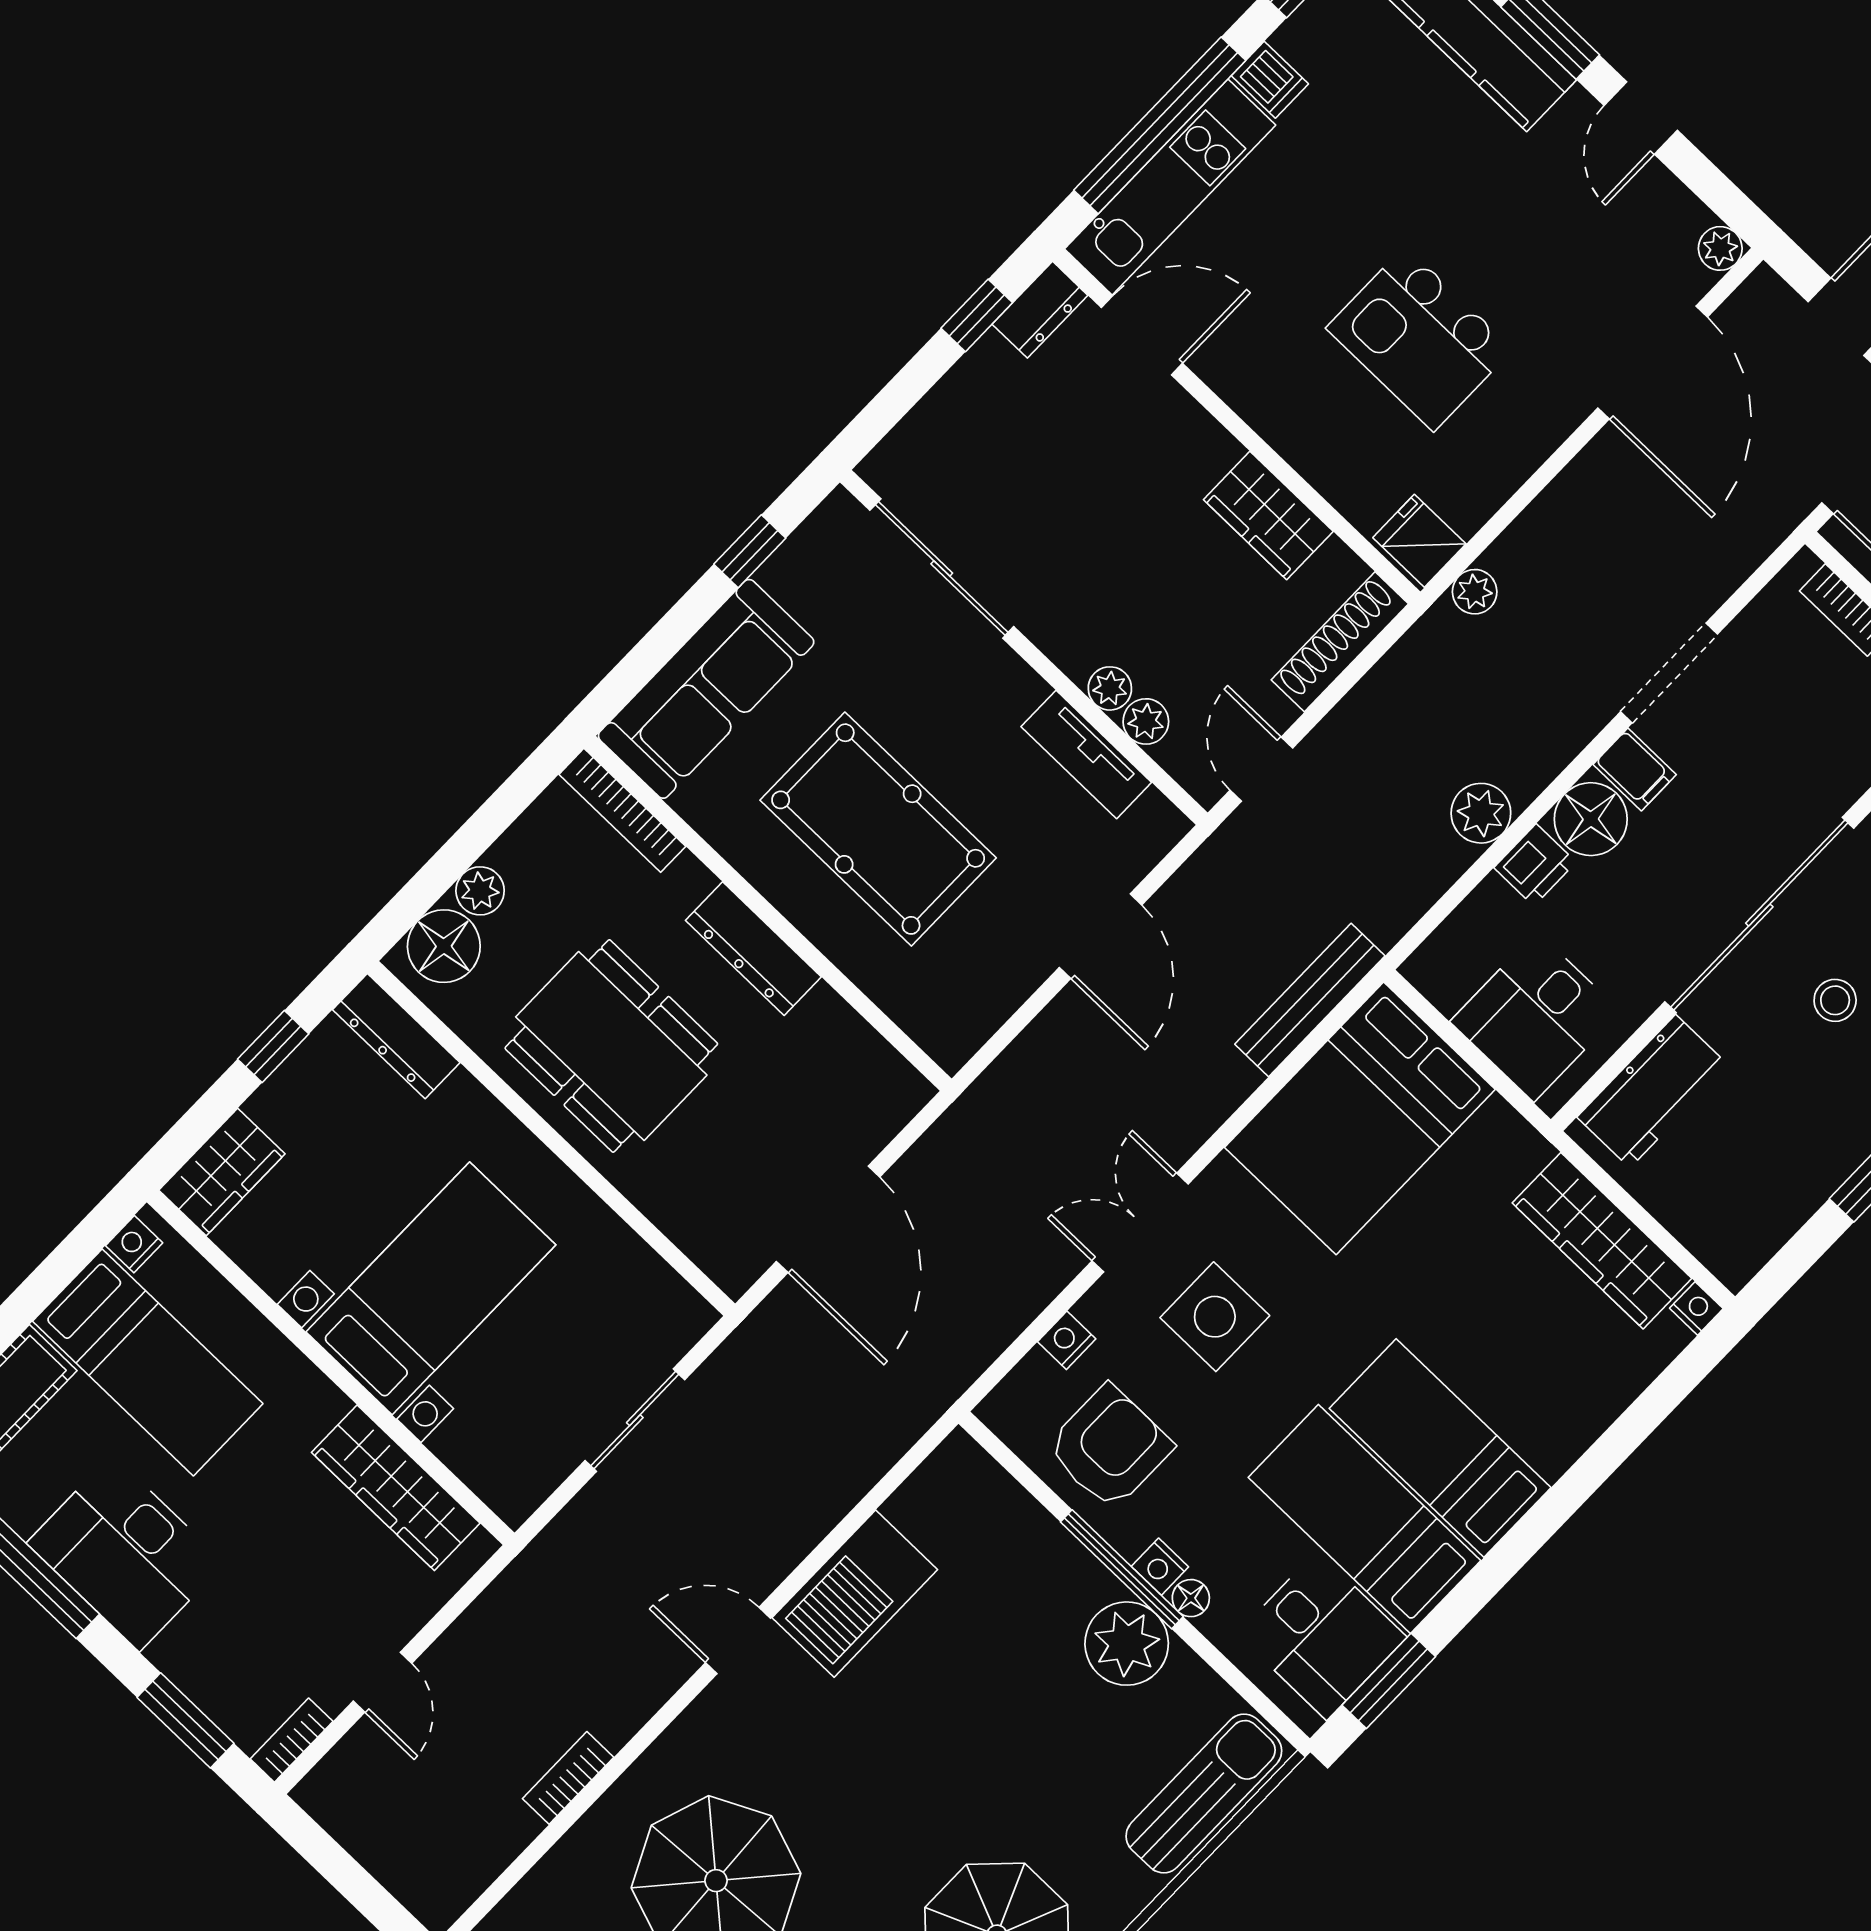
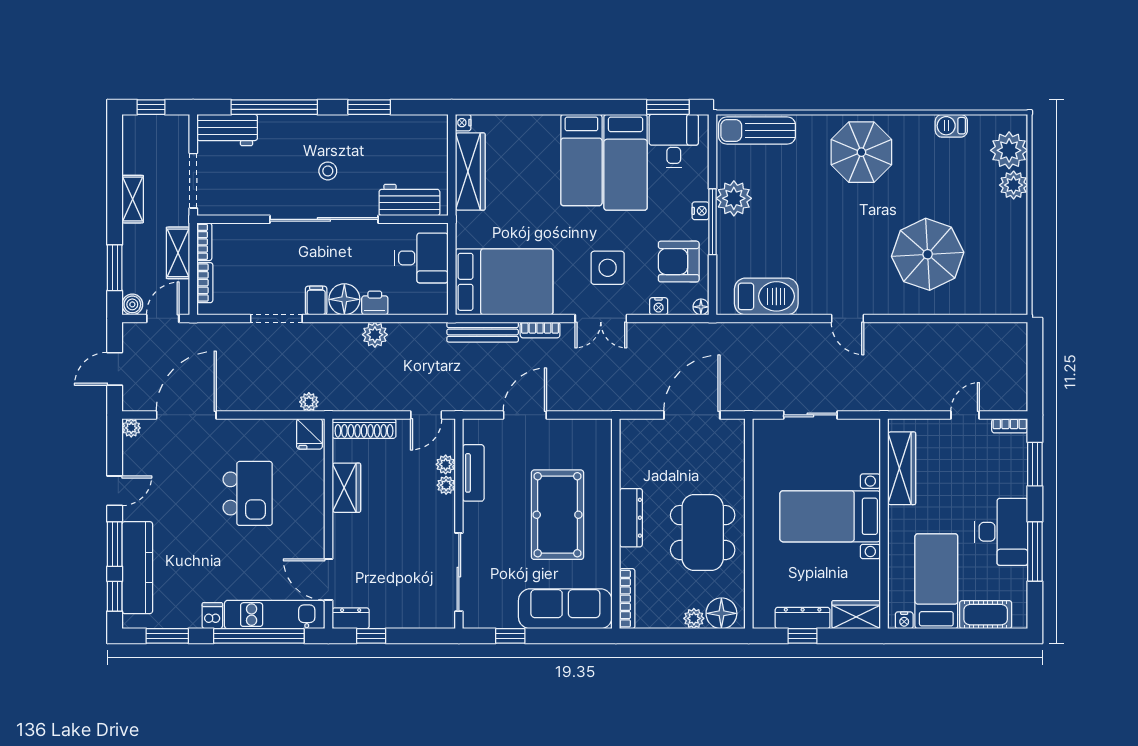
dresser: (396, 1036) -> (803, 618), moved, turned -90
barbecue: (855, 1594) -> (766, 296), moved
floor lamp: (1191, 1598) -> (701, 307), moved
bookcase: (568, 1778) -> (540, 330), moved

